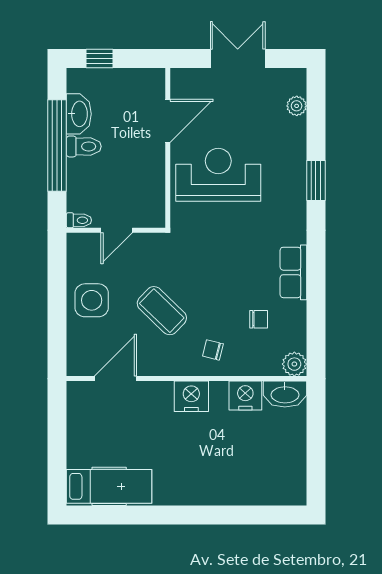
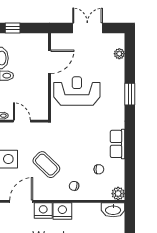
door: (117, 230) -> (22, 121), swing flipped
nightstand: (245, 396) -> (43, 211), moved

